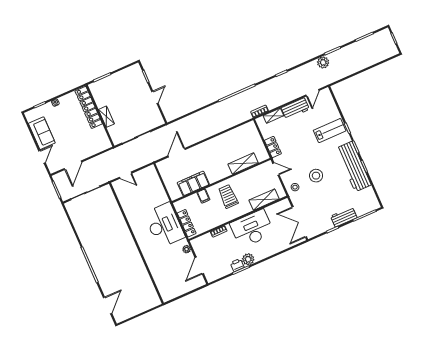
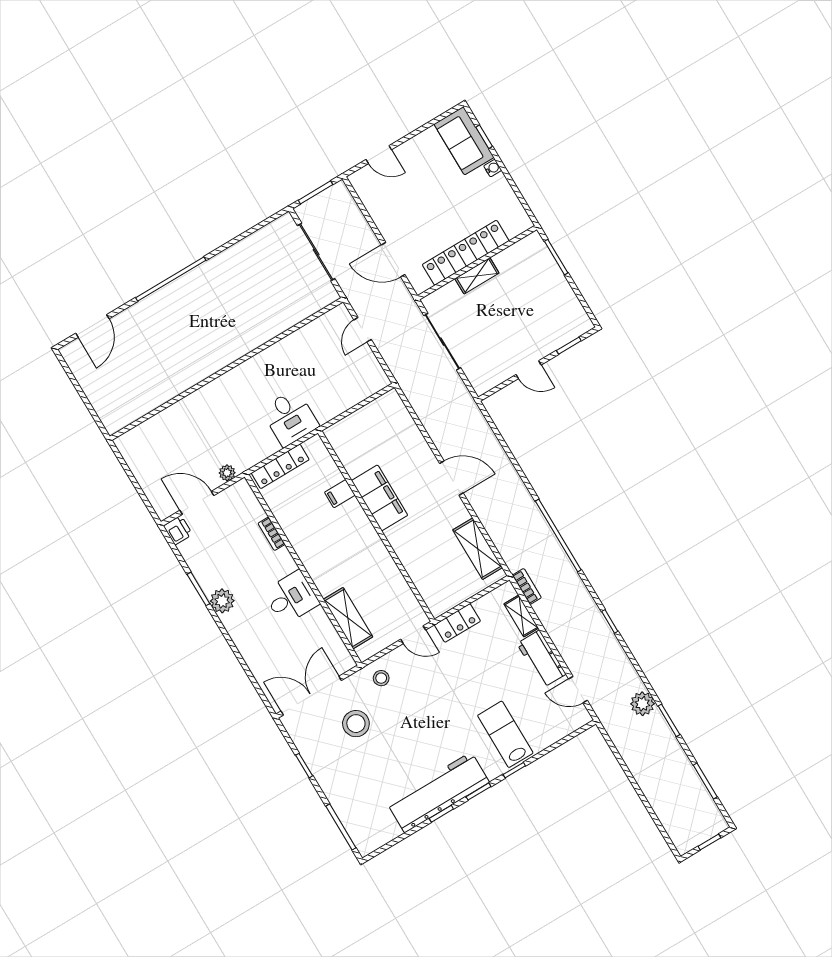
locker: (89, 107) -> (466, 253), moved
lab bench: (330, 131) -> (505, 734), turned 180
sofa: (42, 133) -> (464, 141), moved, turned 90
door: (177, 153) -> (451, 478), moved
shelving: (243, 164) -> (478, 549), moved
door: (73, 165) -> (393, 260), moved
door: (276, 169) -> (413, 635), hinge flipped
stool: (316, 176) -> (356, 724), moved
filing cabinet: (193, 183) -> (380, 498), moved
trolley: (228, 196) -> (345, 544), removed
workbench: (344, 217) -> (333, 785), removed
desk: (164, 225) -> (290, 418), width x0.53, depth x0.77
desk: (252, 229) -> (291, 598), width x0.53, depth x0.77
printer: (237, 265) -> (178, 530), moved
door: (108, 305) -> (92, 326), hinge flipped

